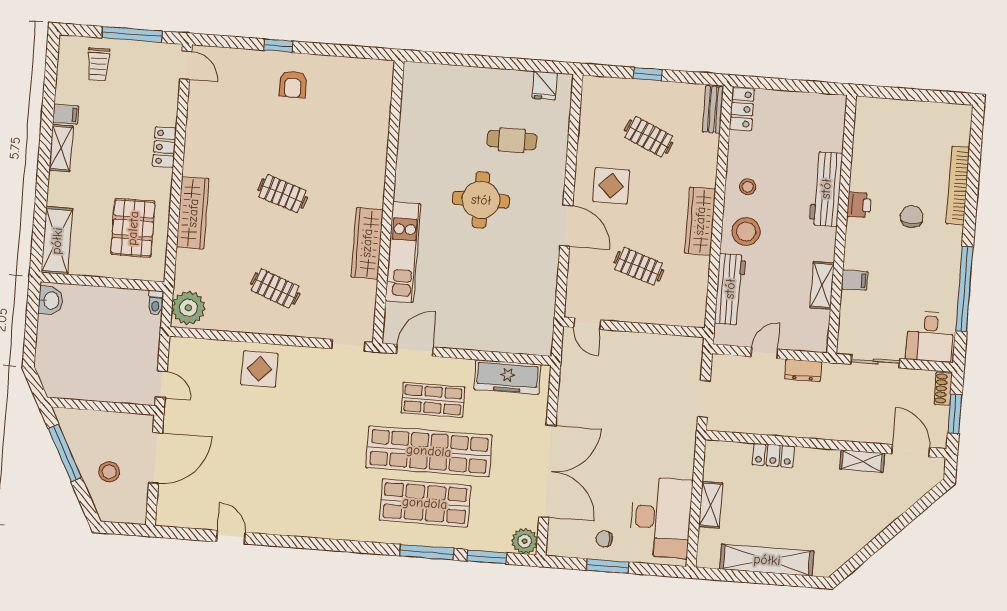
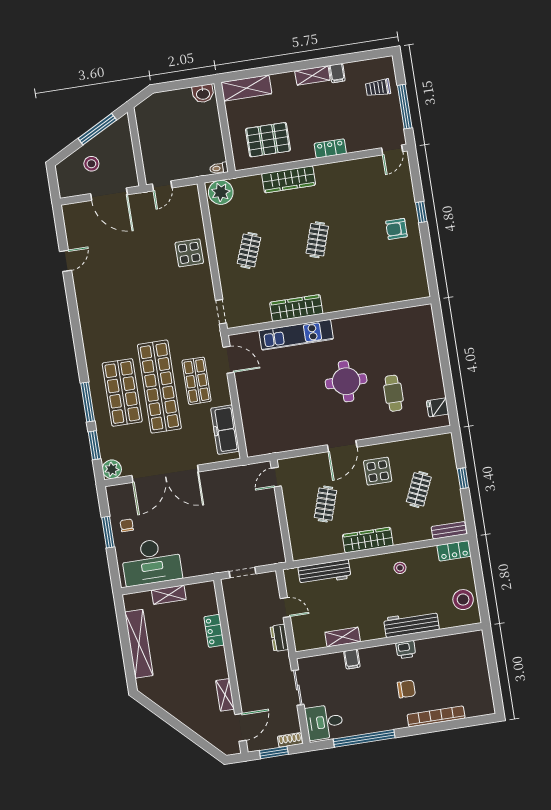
stool: (746, 232) -> (463, 600), moved

